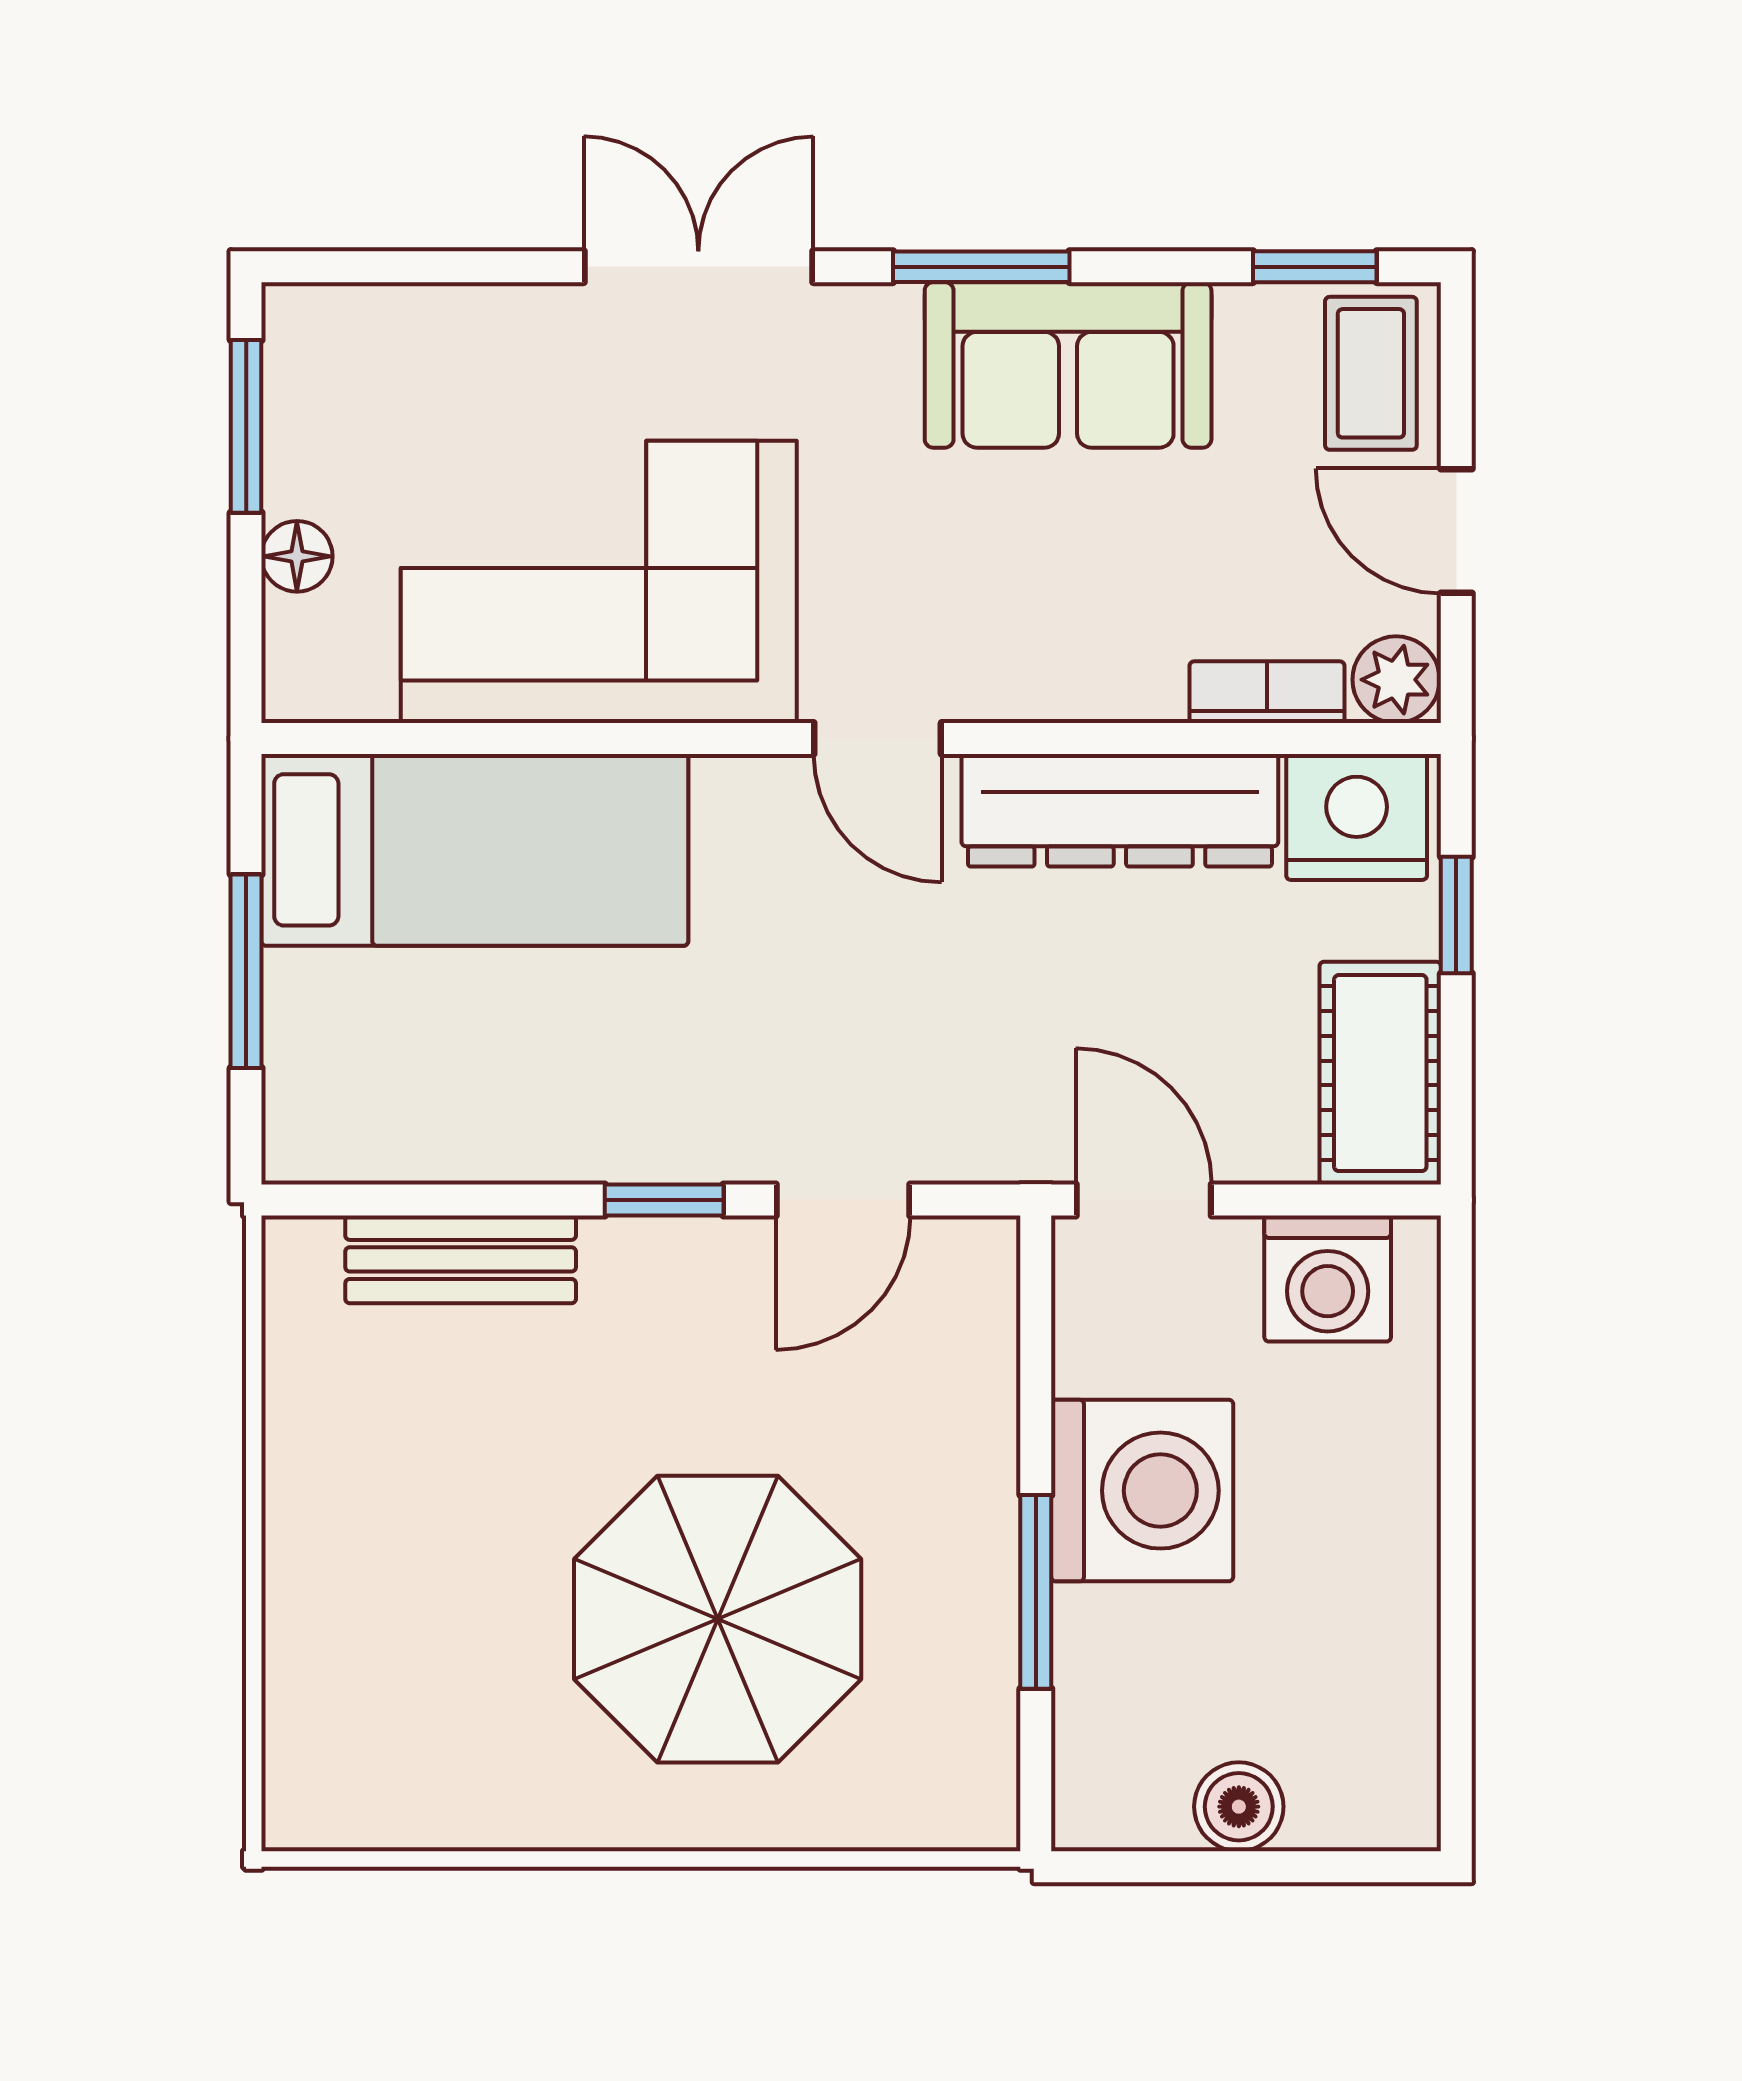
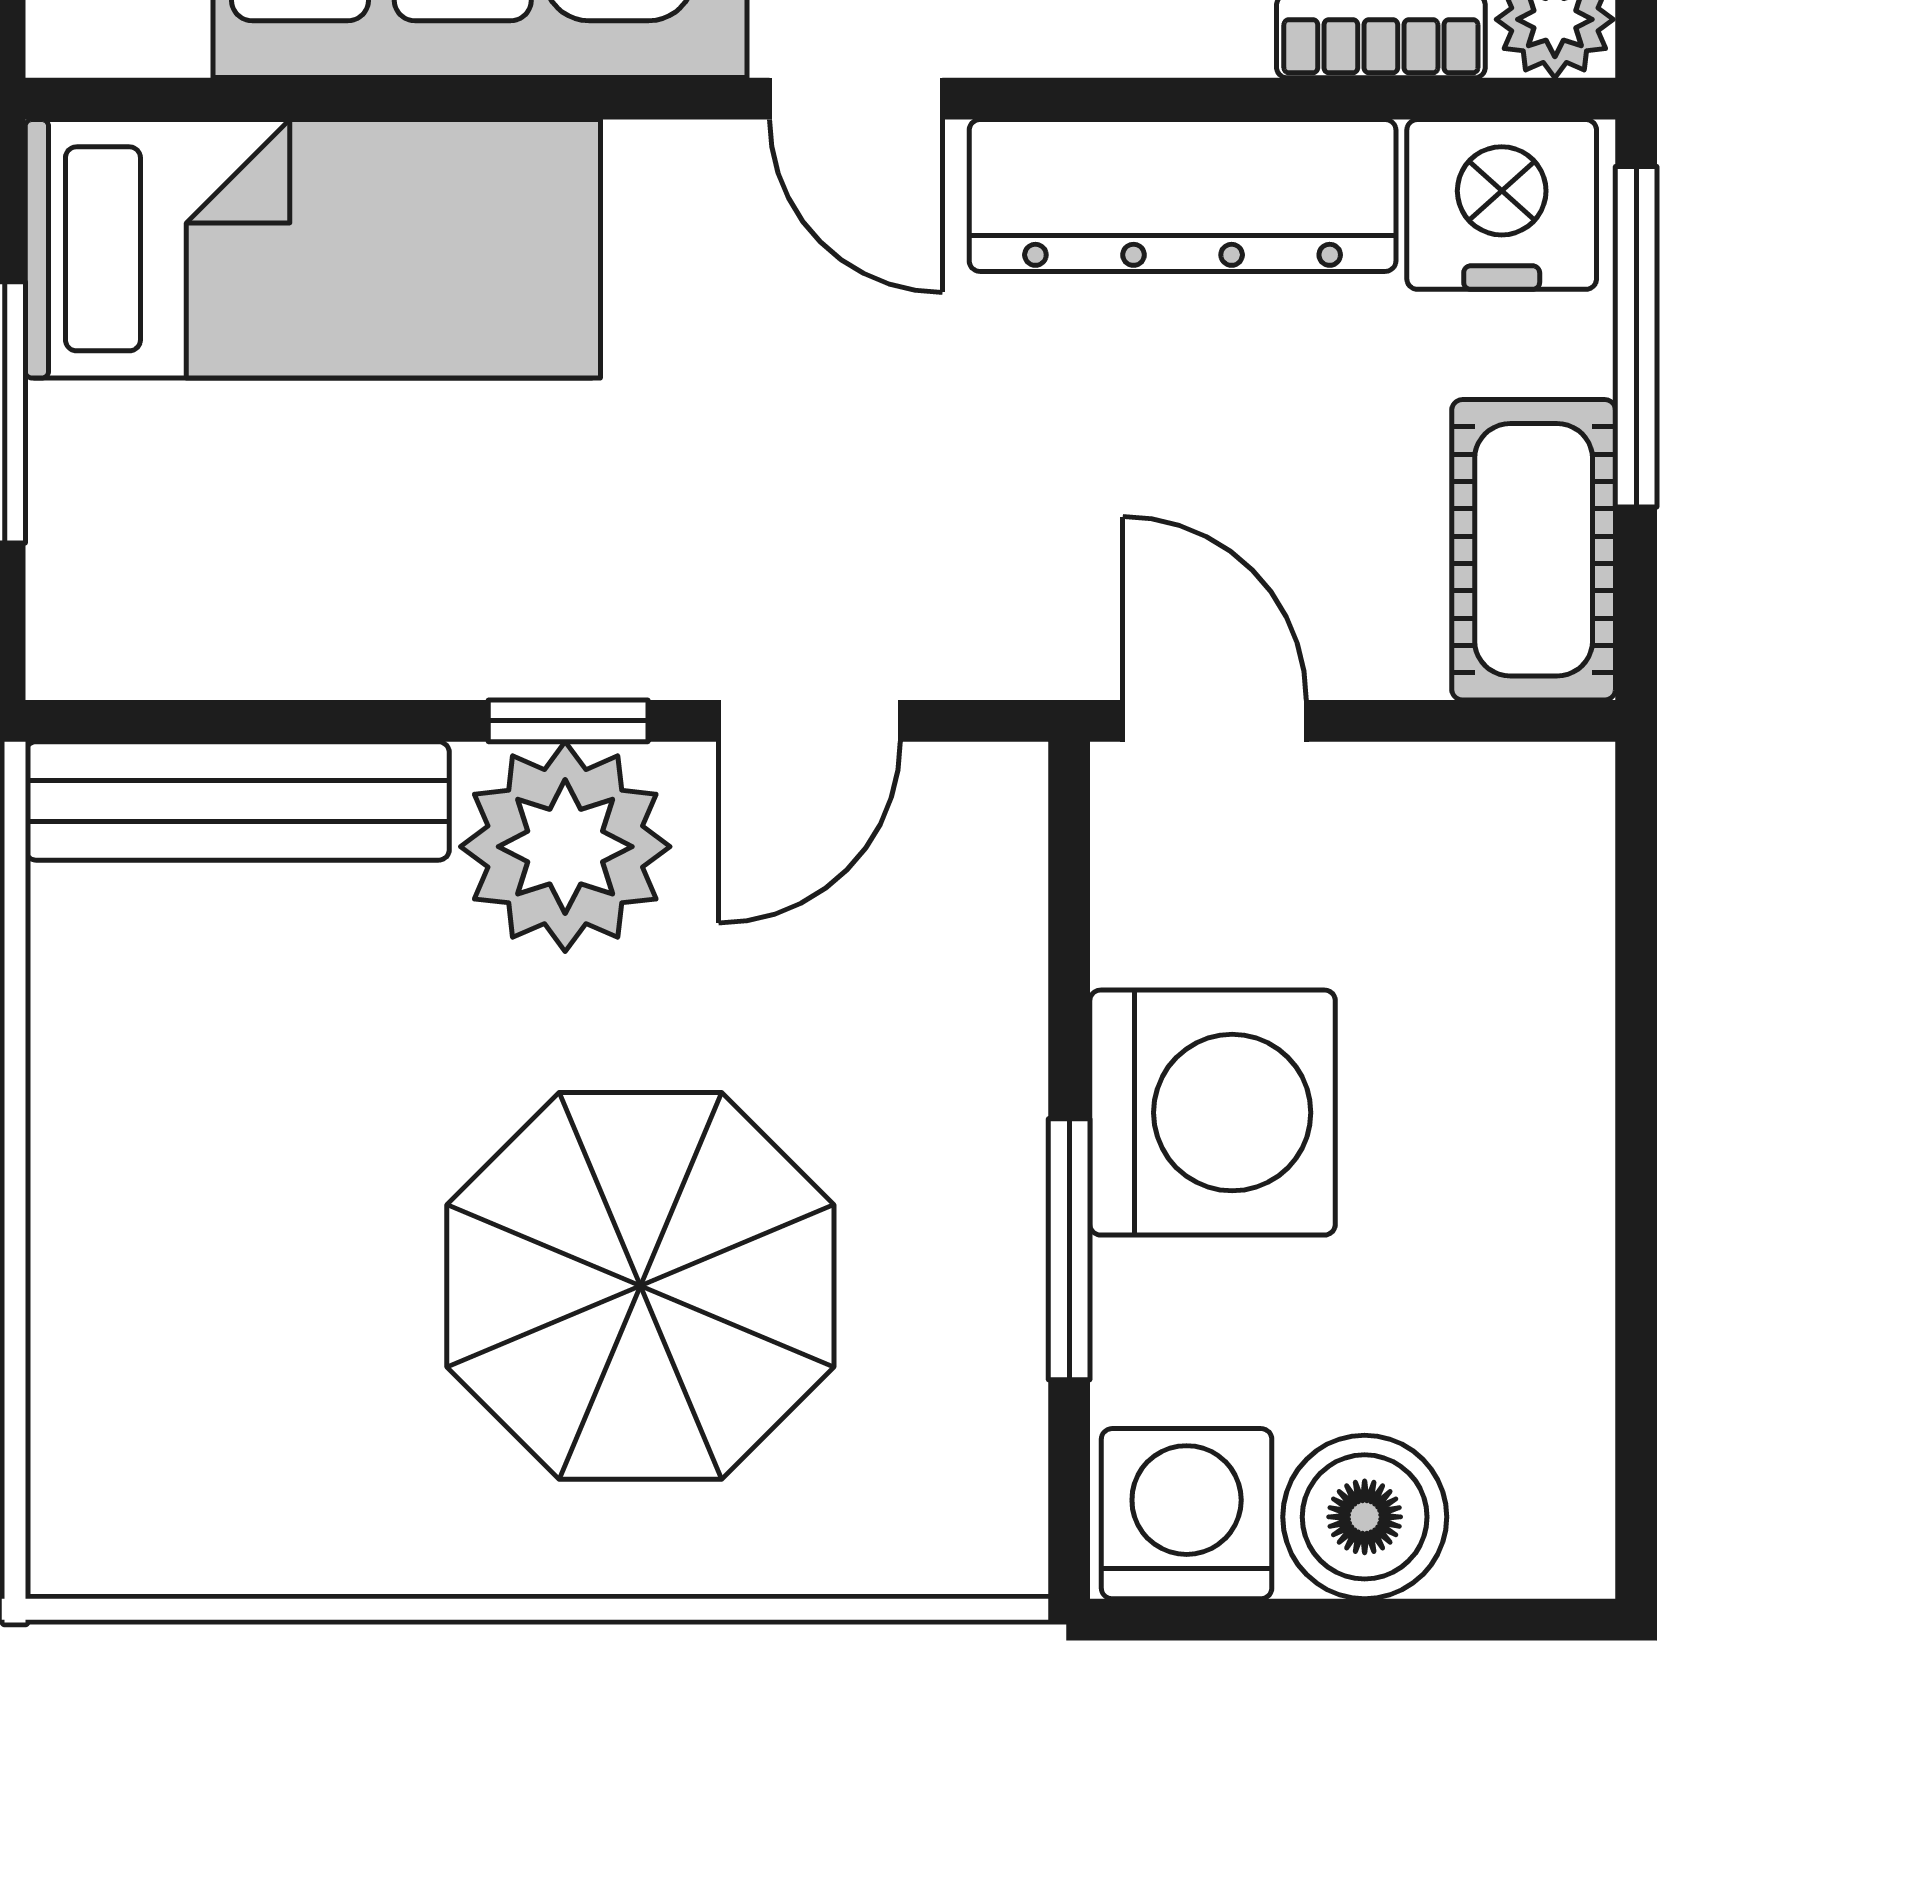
window: (1456, 915) -> (1636, 337), width x2.17
bench: (461, 1259) -> (237, 801), width x1.36
washing machine: (1328, 1279) -> (1187, 1514), moved, turned 180
plant: (662, 1293) -> (565, 847), added
boiler: (1239, 1807) -> (1365, 1517), width x1.36, depth x1.36

